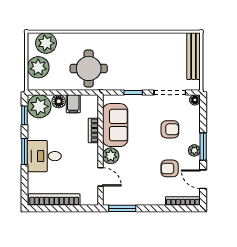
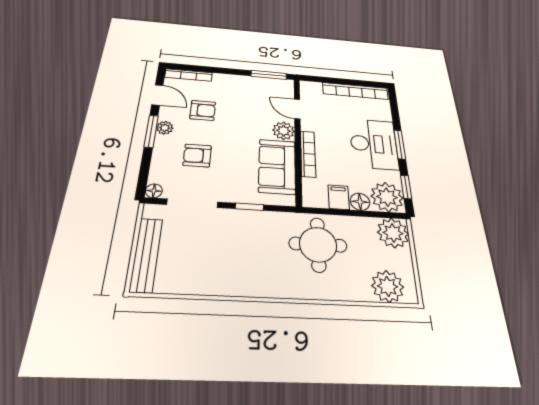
plant: (38, 67) -> (393, 233), moved
bookcase: (93, 130) -> (308, 154), width x1.56
desk: (44, 156) -> (374, 144), width x1.37

